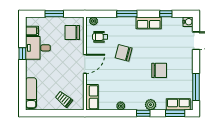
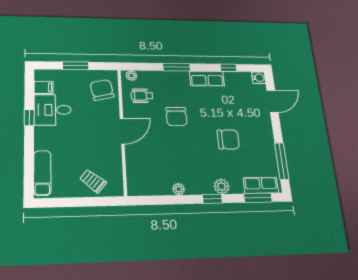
chair: (72, 33) -> (102, 90), turned 78
chair: (124, 53) -> (176, 117), turned -105
row of seats: (92, 97) -> (135, 177), removed

